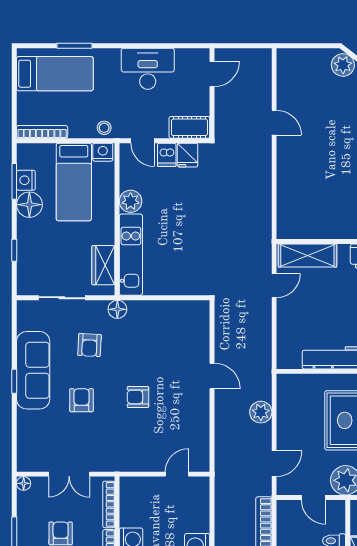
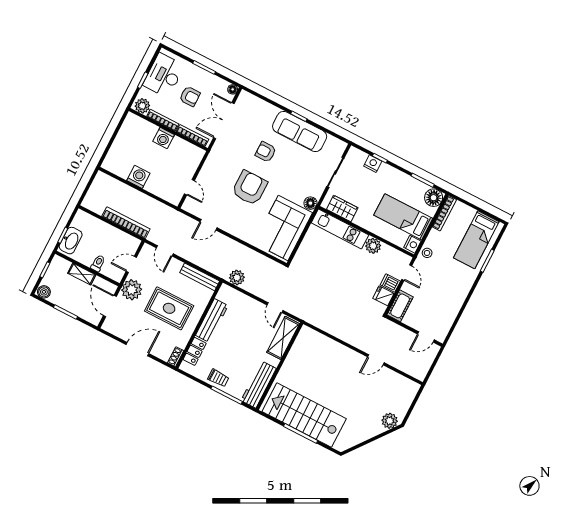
desk: (148, 69) -> (450, 299), removed
door: (212, 74) -> (426, 337), hinge flipped
door: (143, 141) -> (407, 273), swing flipped
nightstand: (26, 180) -> (373, 164), moved
floor lamp: (29, 205) -> (434, 198), moved
corner sofa: (167, 328) -> (283, 228), added
armchair: (90, 345) -> (297, 174), removed
door: (212, 376) -> (209, 225), moved
armchair: (138, 397) -> (250, 188), width x1.88, depth x1.88
armchair: (82, 400) -> (266, 152), turned 180
bench: (284, 402) -> (200, 277), added
plant: (261, 412) -> (237, 278), moved
double door: (69, 474) -> (224, 121), width x1.37

